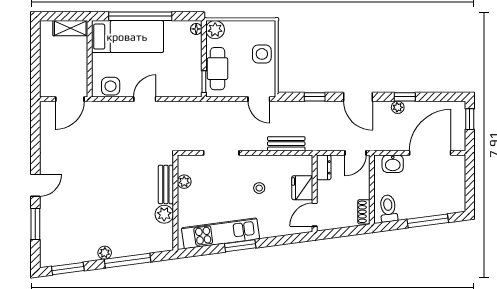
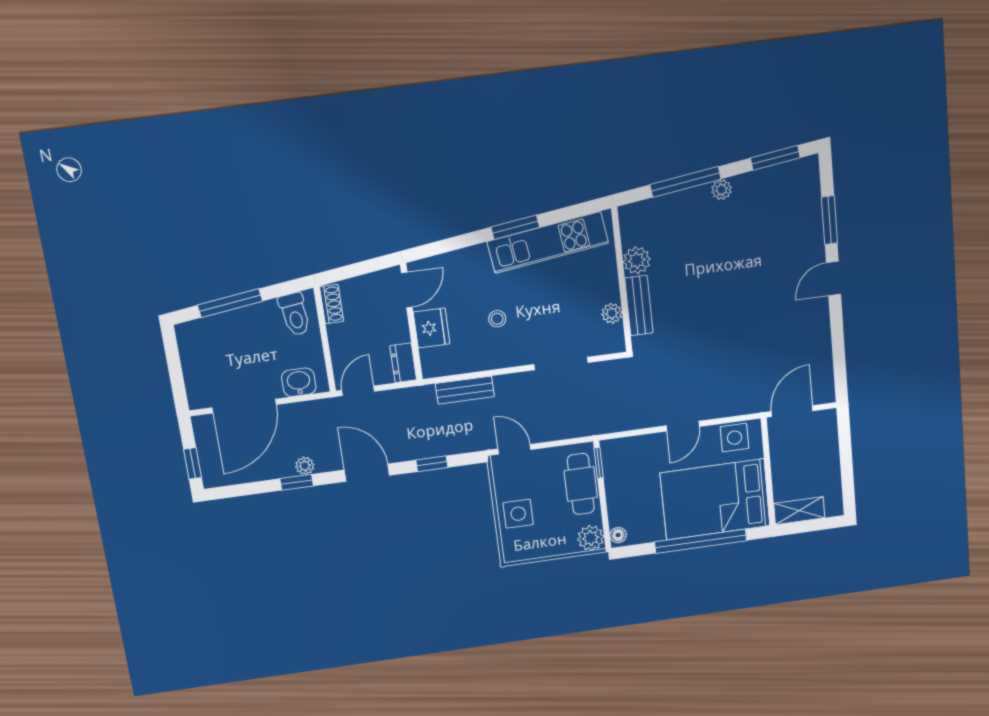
bed: (127, 37) -> (715, 499), width x1.50

